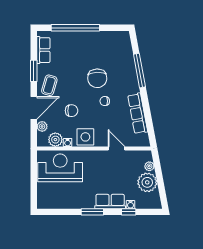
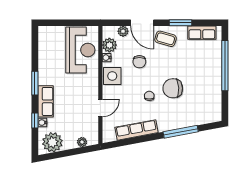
plant: (147, 182) -> (52, 142), moved

